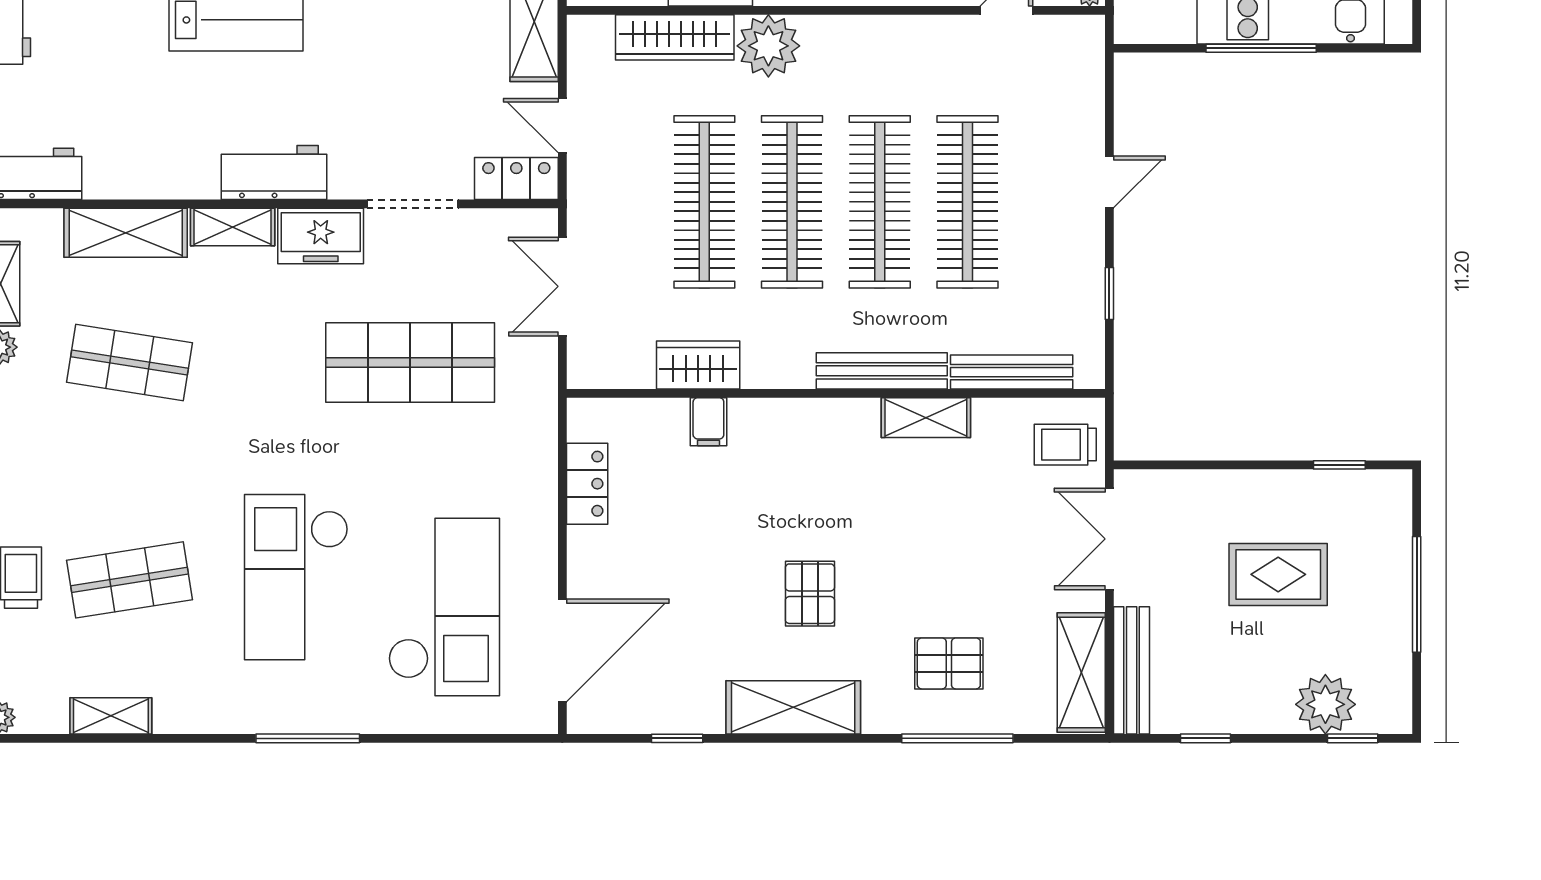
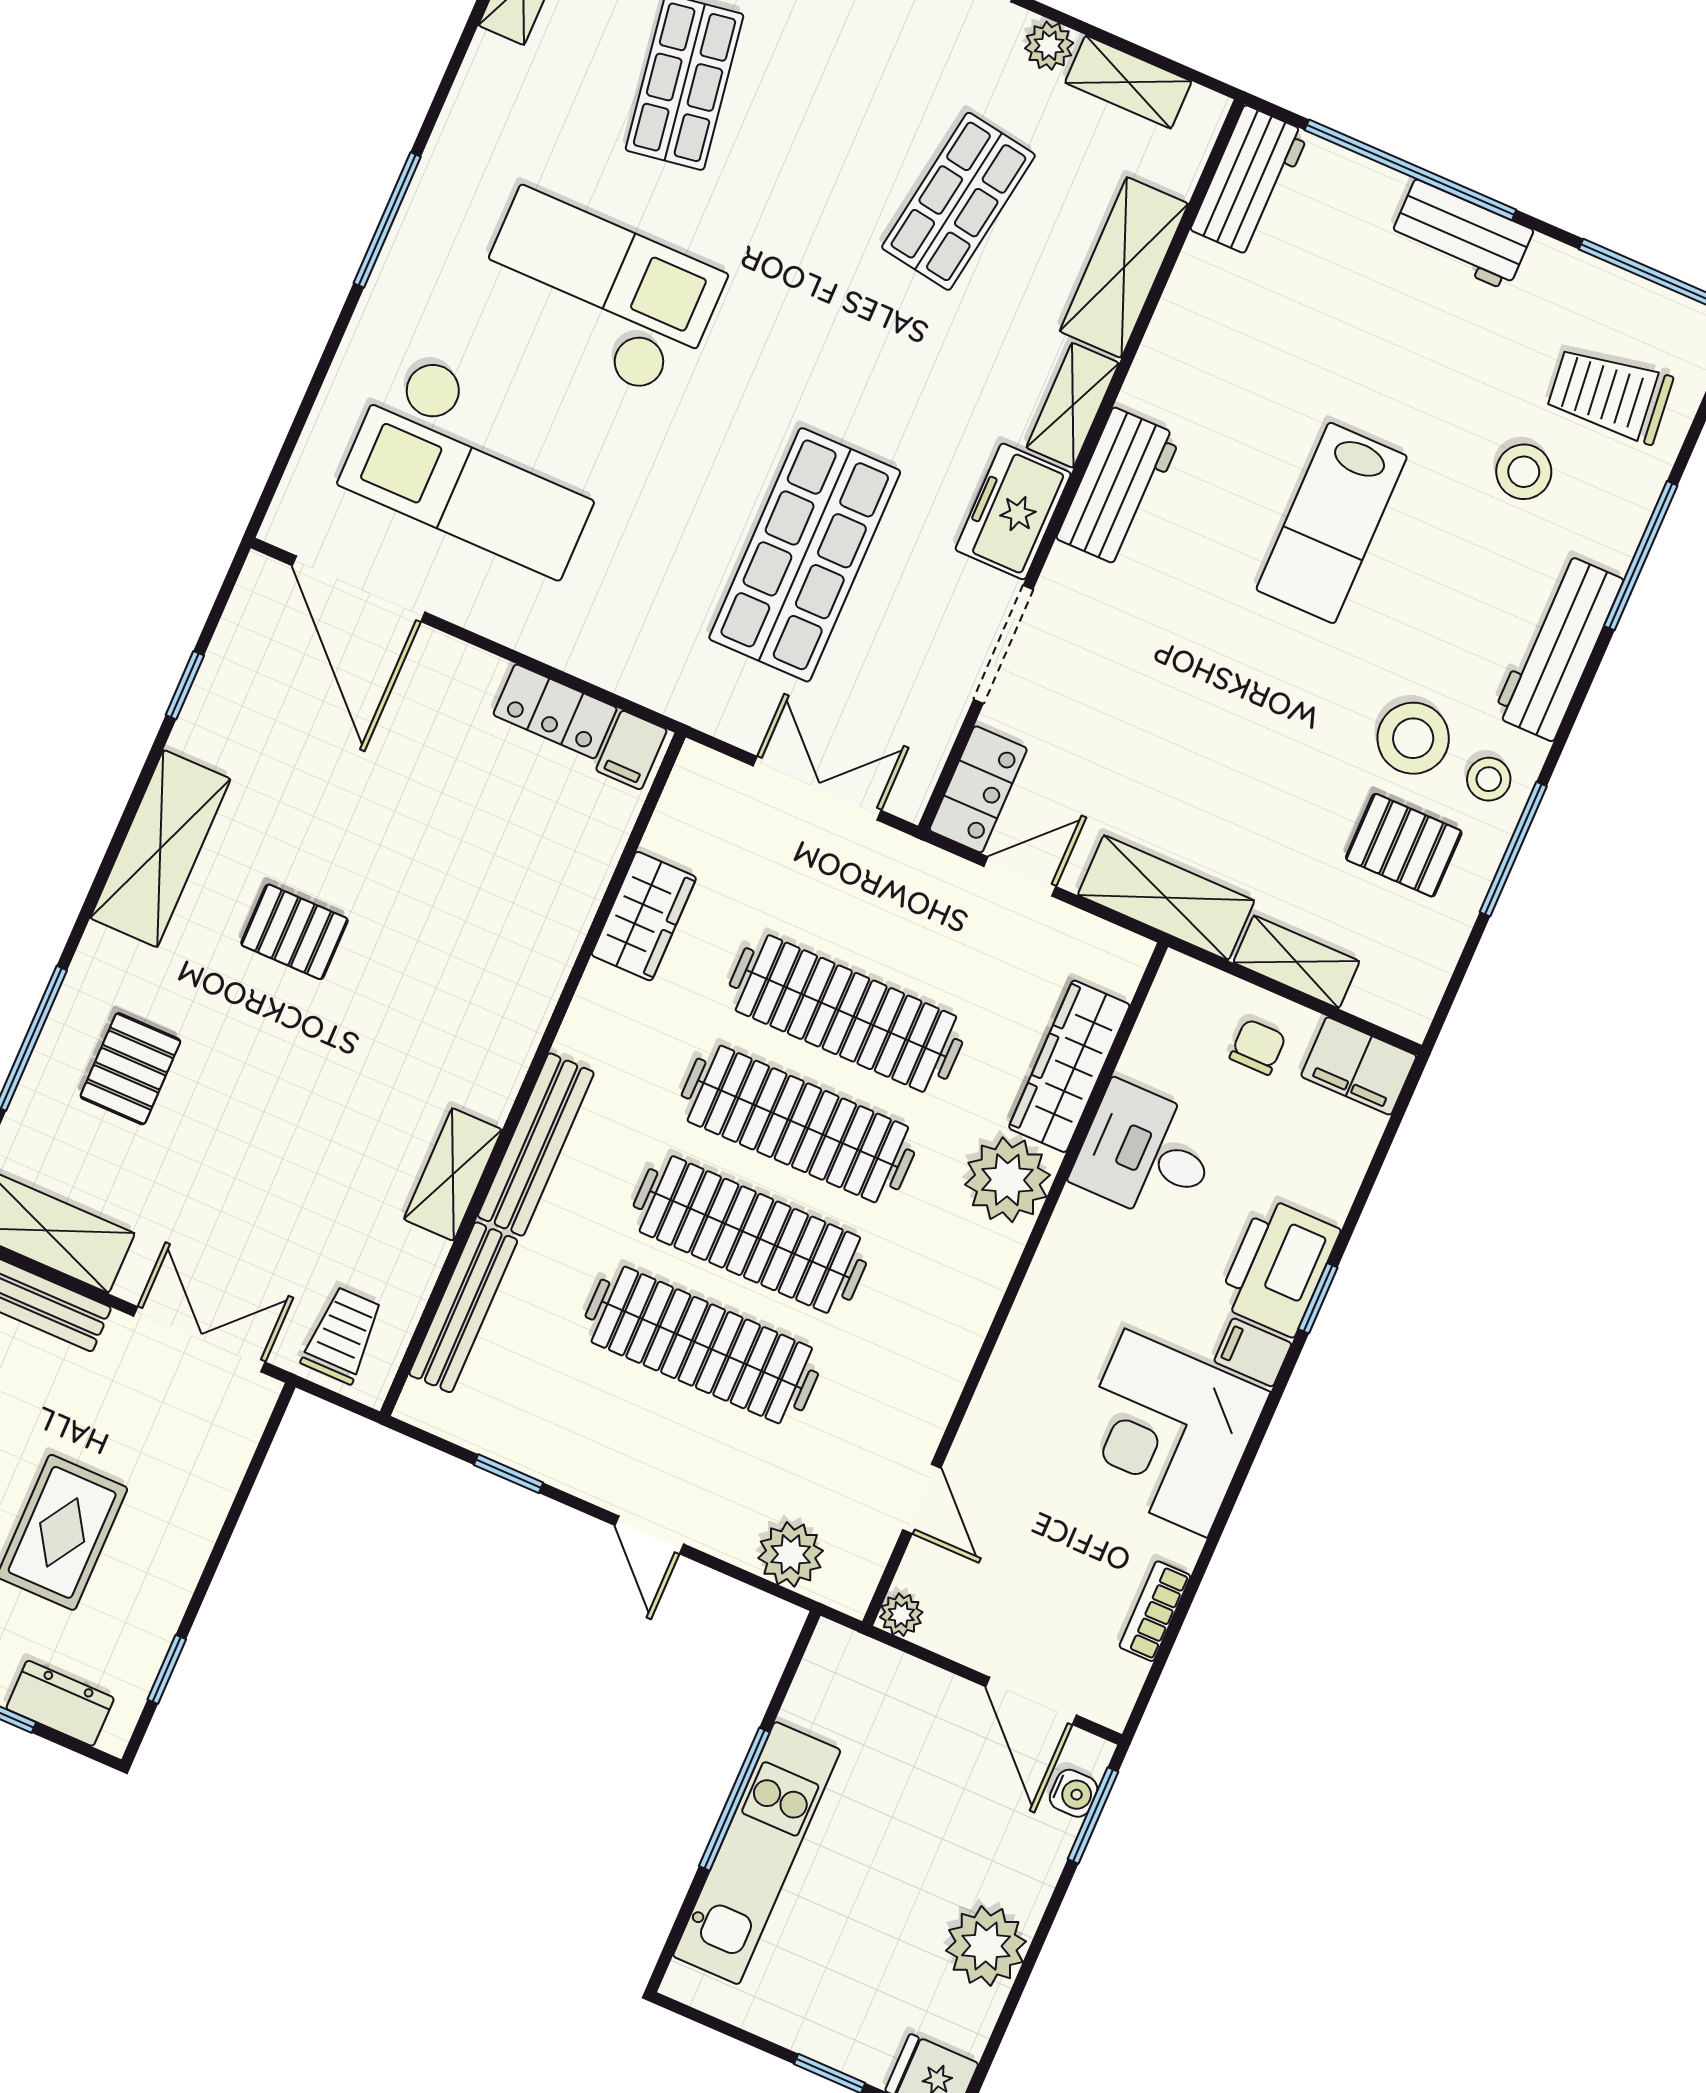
plant: (1081, 82) -> (791, 1554), added
filing cabinet: (708, 422) -> (631, 750), moved, turned -90
dresser: (1393, 526) -> (60, 1703), added

